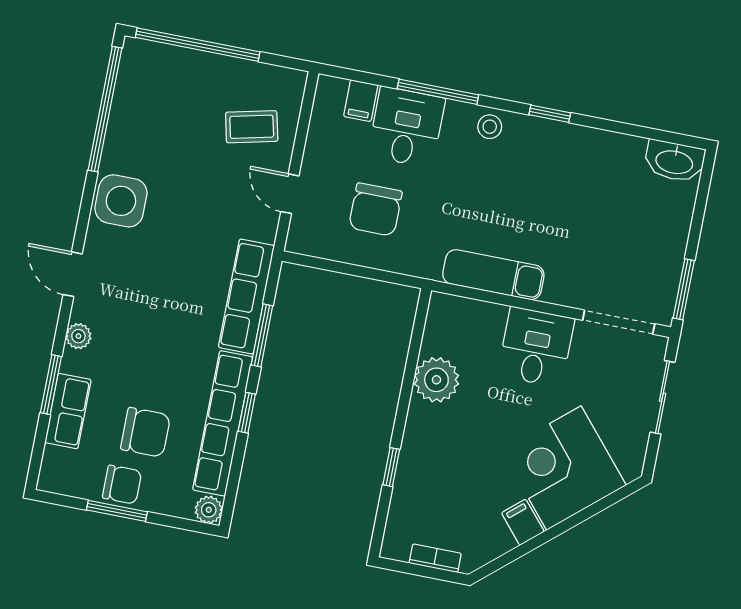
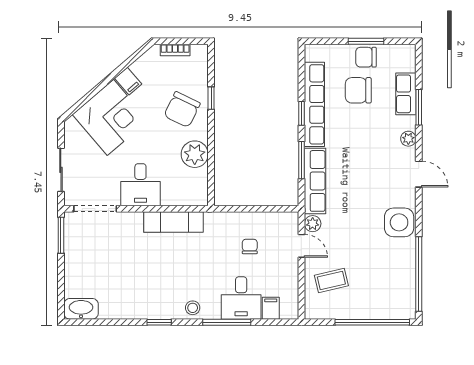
chair: (375, 210) -> (250, 246), width x0.54, depth x0.54
chair: (443, 458) -> (182, 110), added
plant: (209, 510) -> (313, 224), moved

